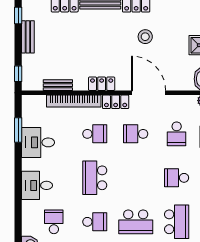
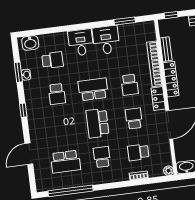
locker: (102, 84) -> (171, 79), width x1.53
desk: (38, 142) -> (106, 40), moved
school desk: (136, 222) -> (98, 123), moved

